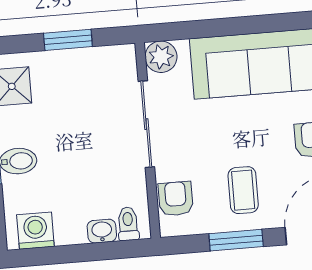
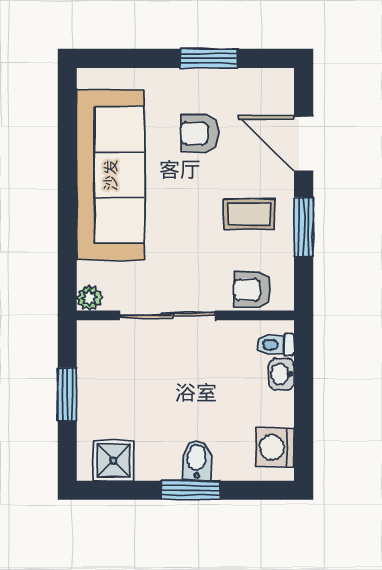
plant: (161, 57) -> (90, 298), width x0.73, depth x0.73

